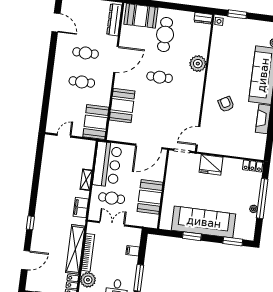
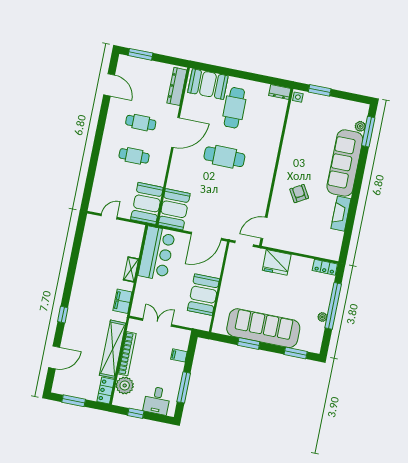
plant: (198, 64) -> (270, 144), removed
cafe table: (160, 77) -> (224, 157), width x1.37, depth x1.35
booth: (122, 106) -> (174, 209), moved
cafe table: (112, 198) -> (159, 293), removed

